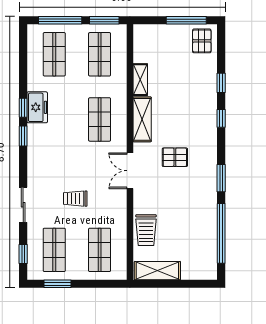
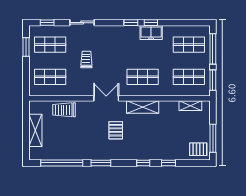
shelving: (140, 80) -> (190, 106), moved
shelving: (157, 271) -> (35, 130), moved

